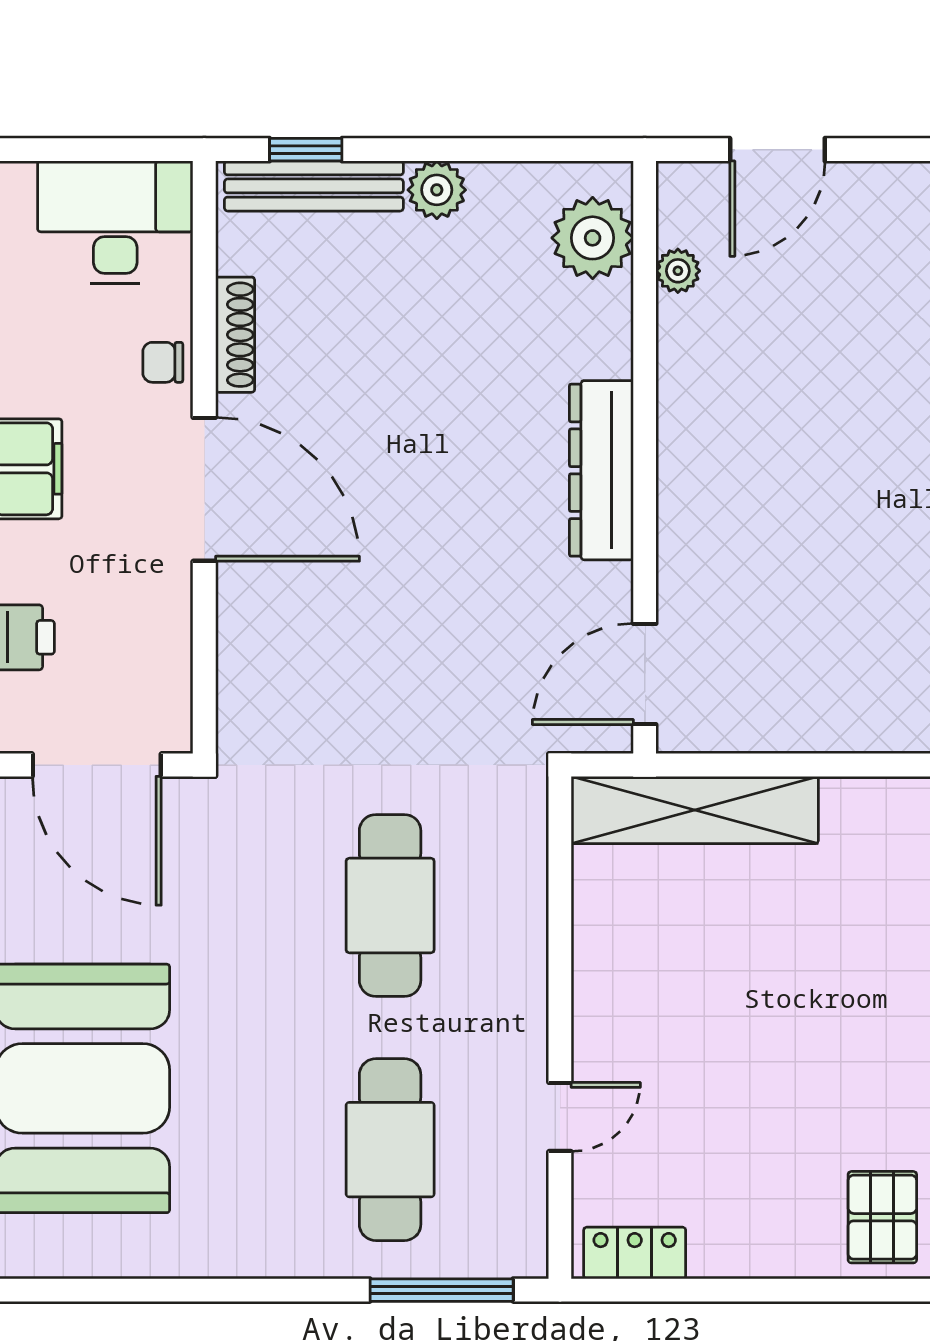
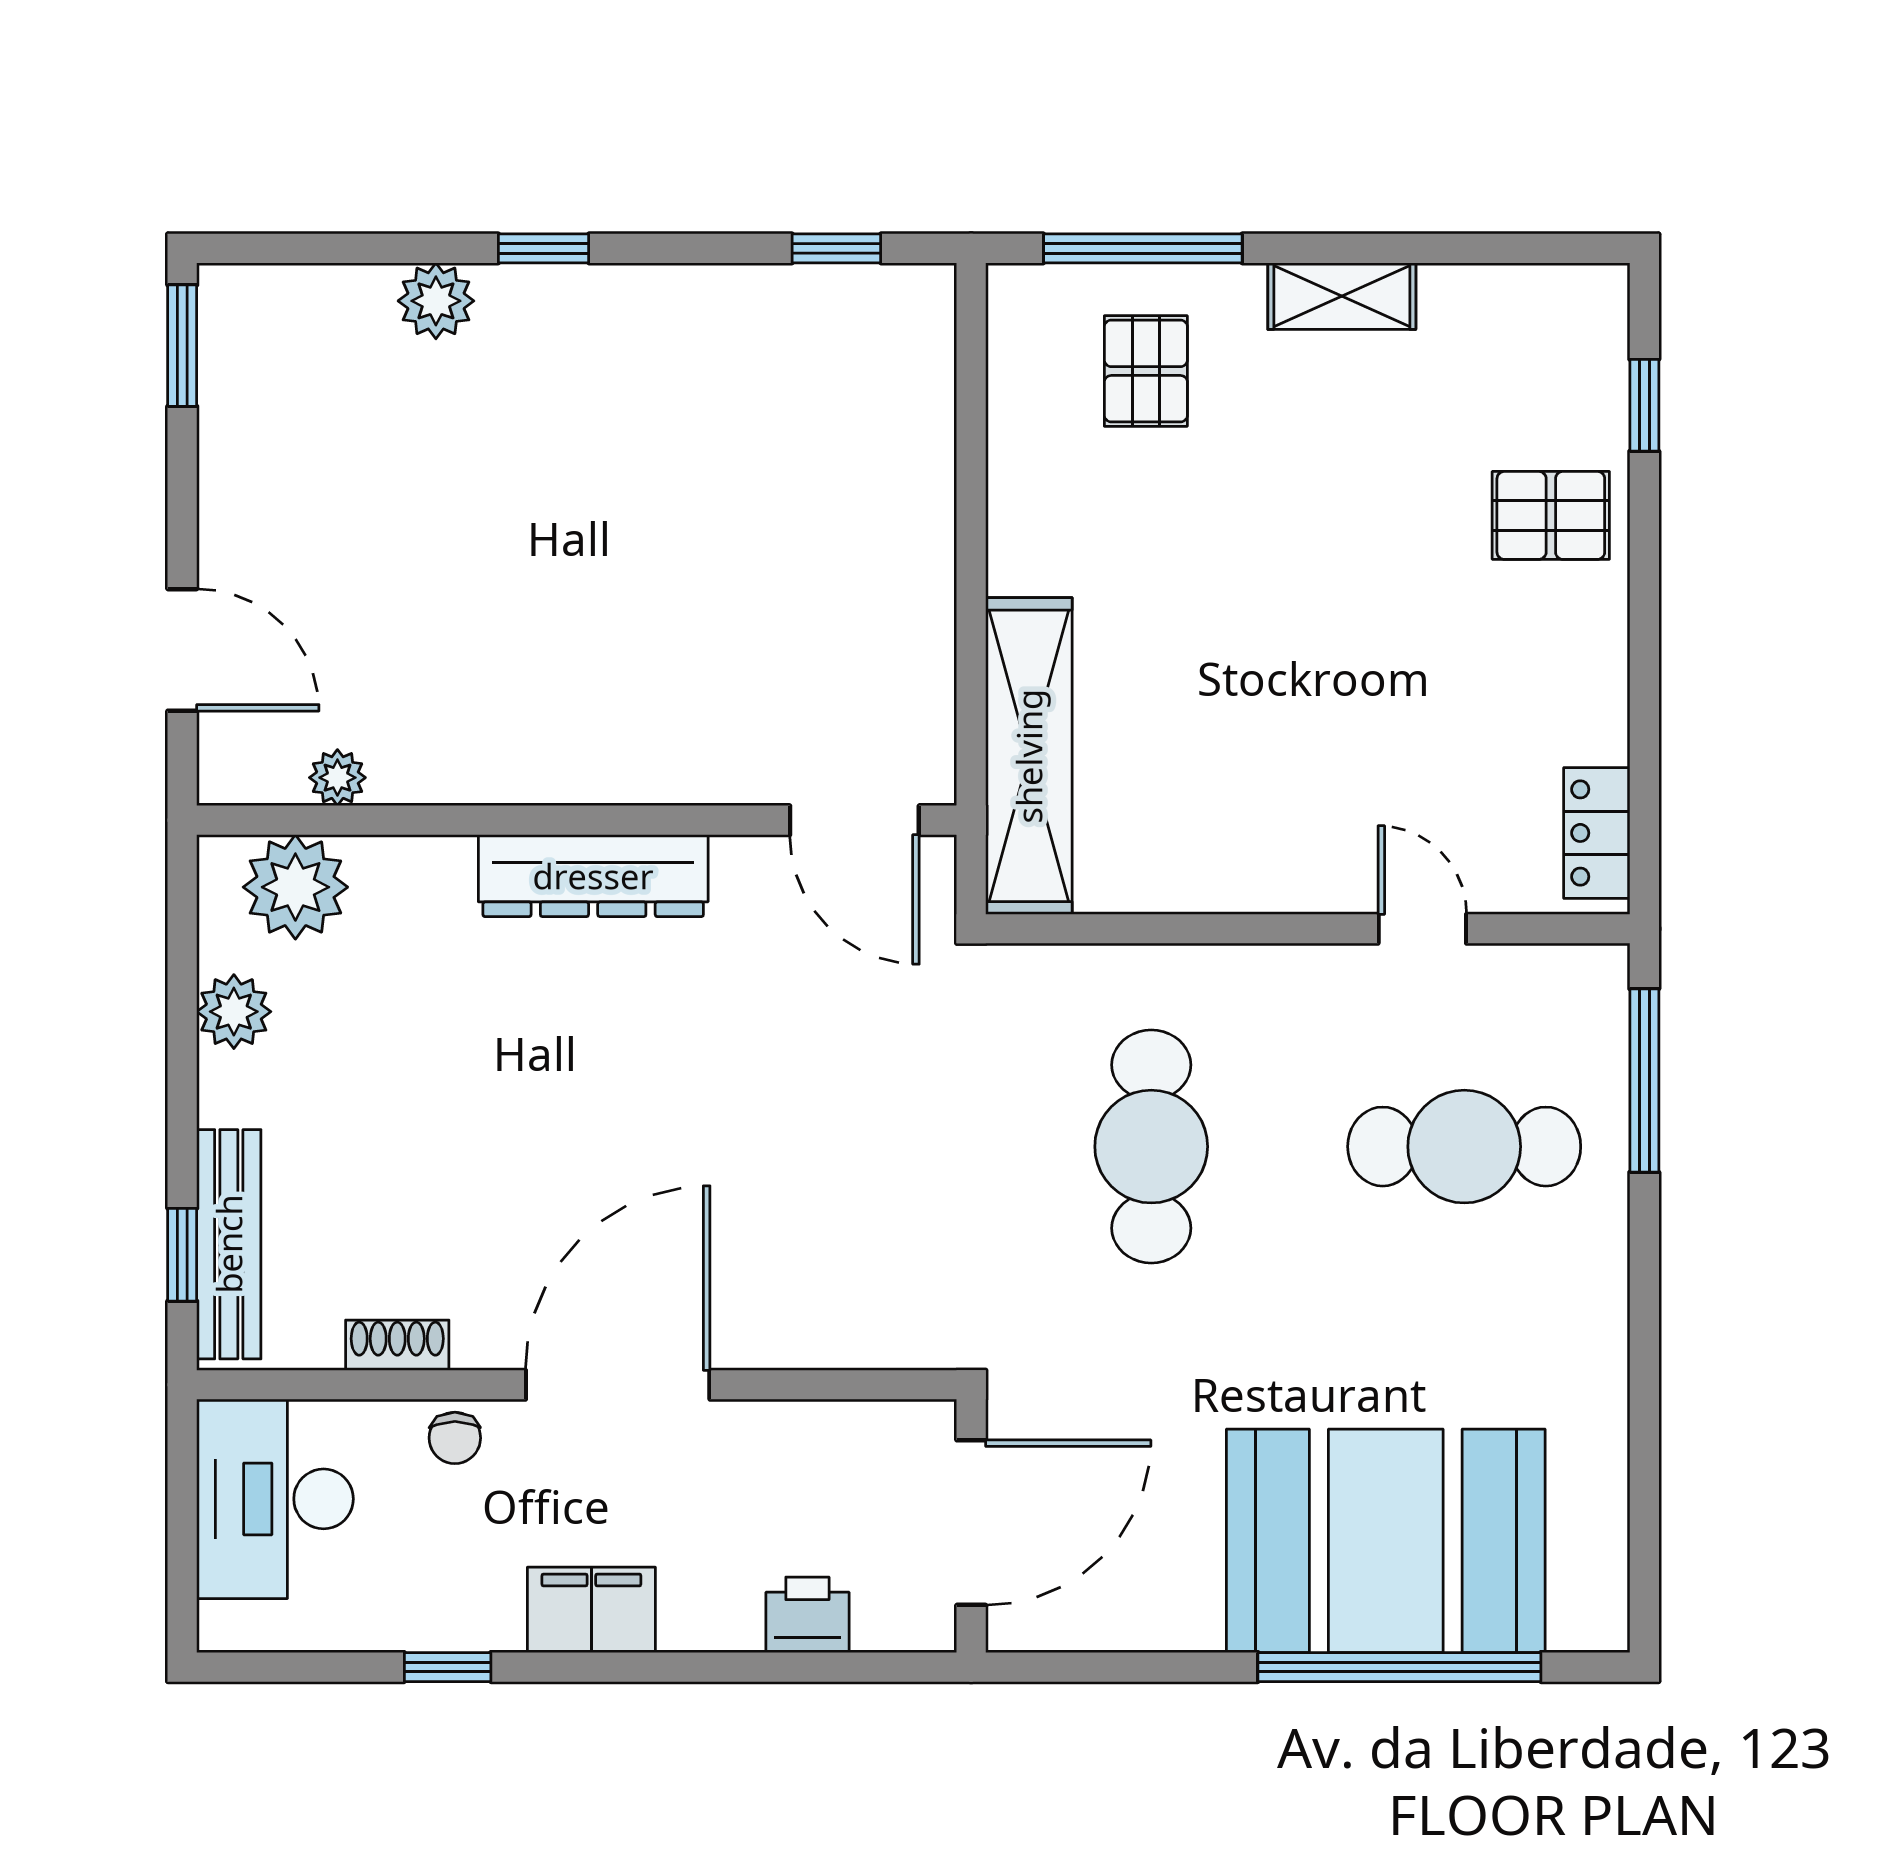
plant: (437, 190) -> (234, 1012), moved
shoe rack: (235, 335) -> (397, 1345), width x0.70
cafe table: (390, 905) -> (1151, 1147), turned 90

